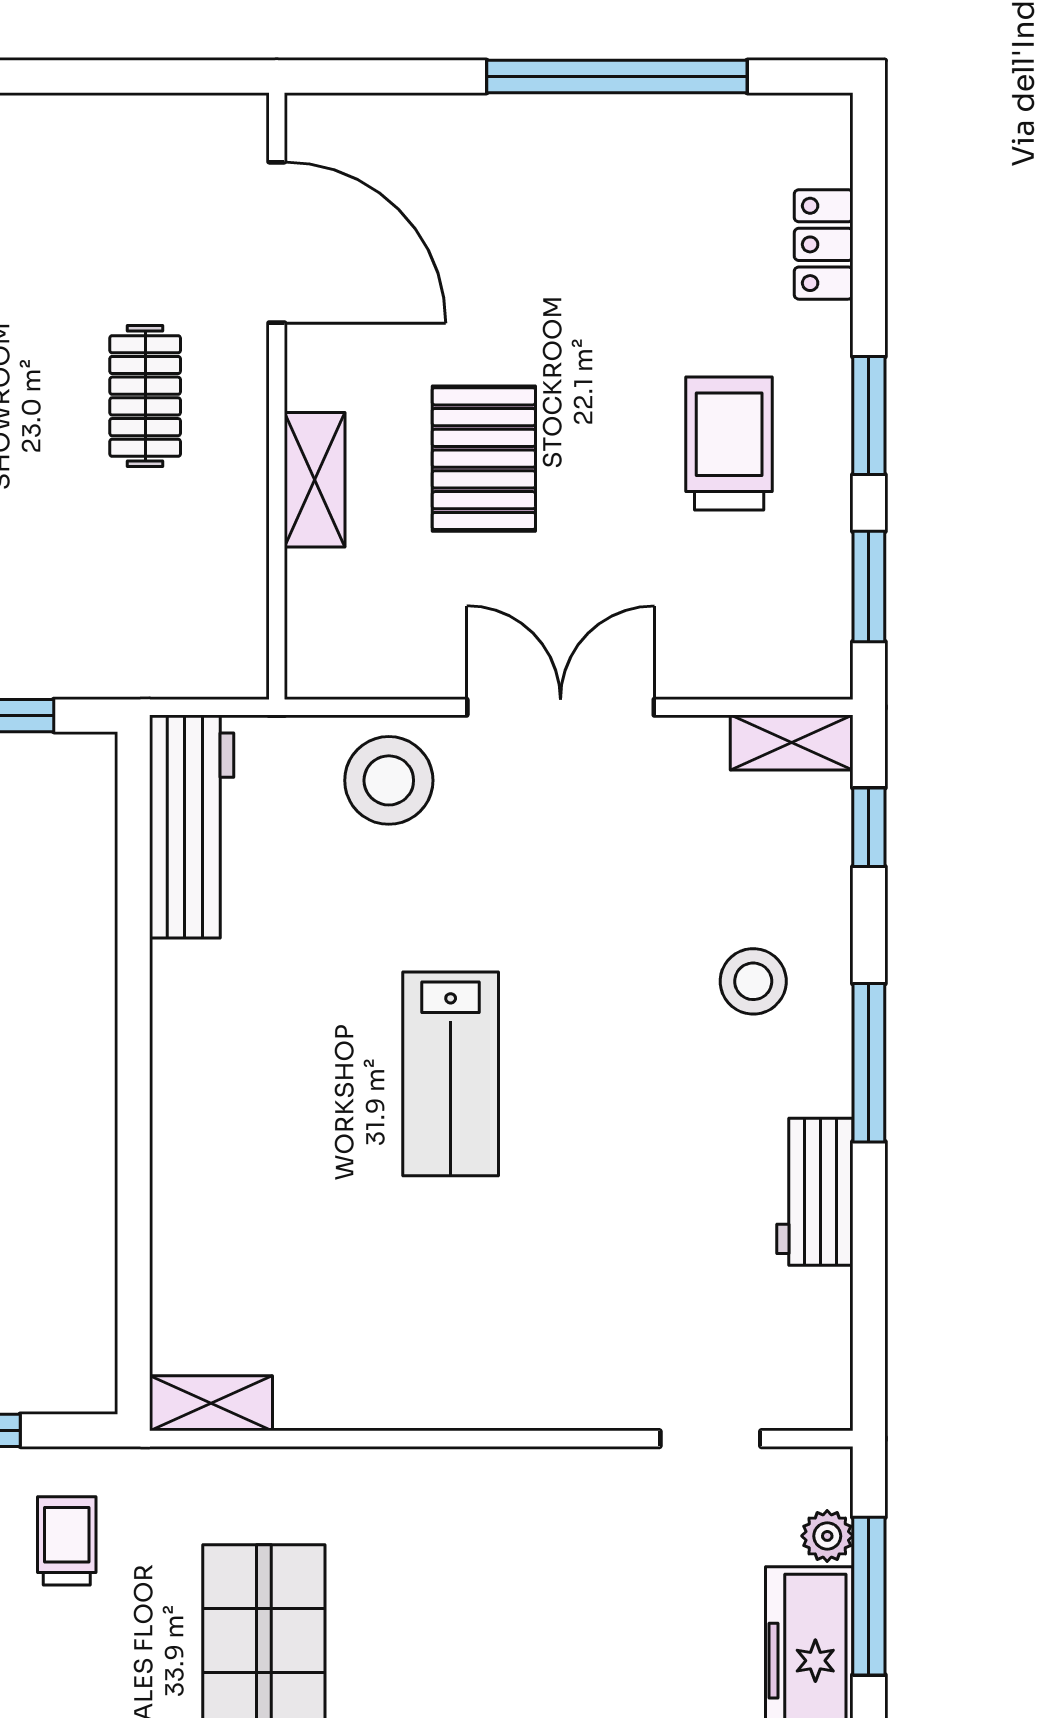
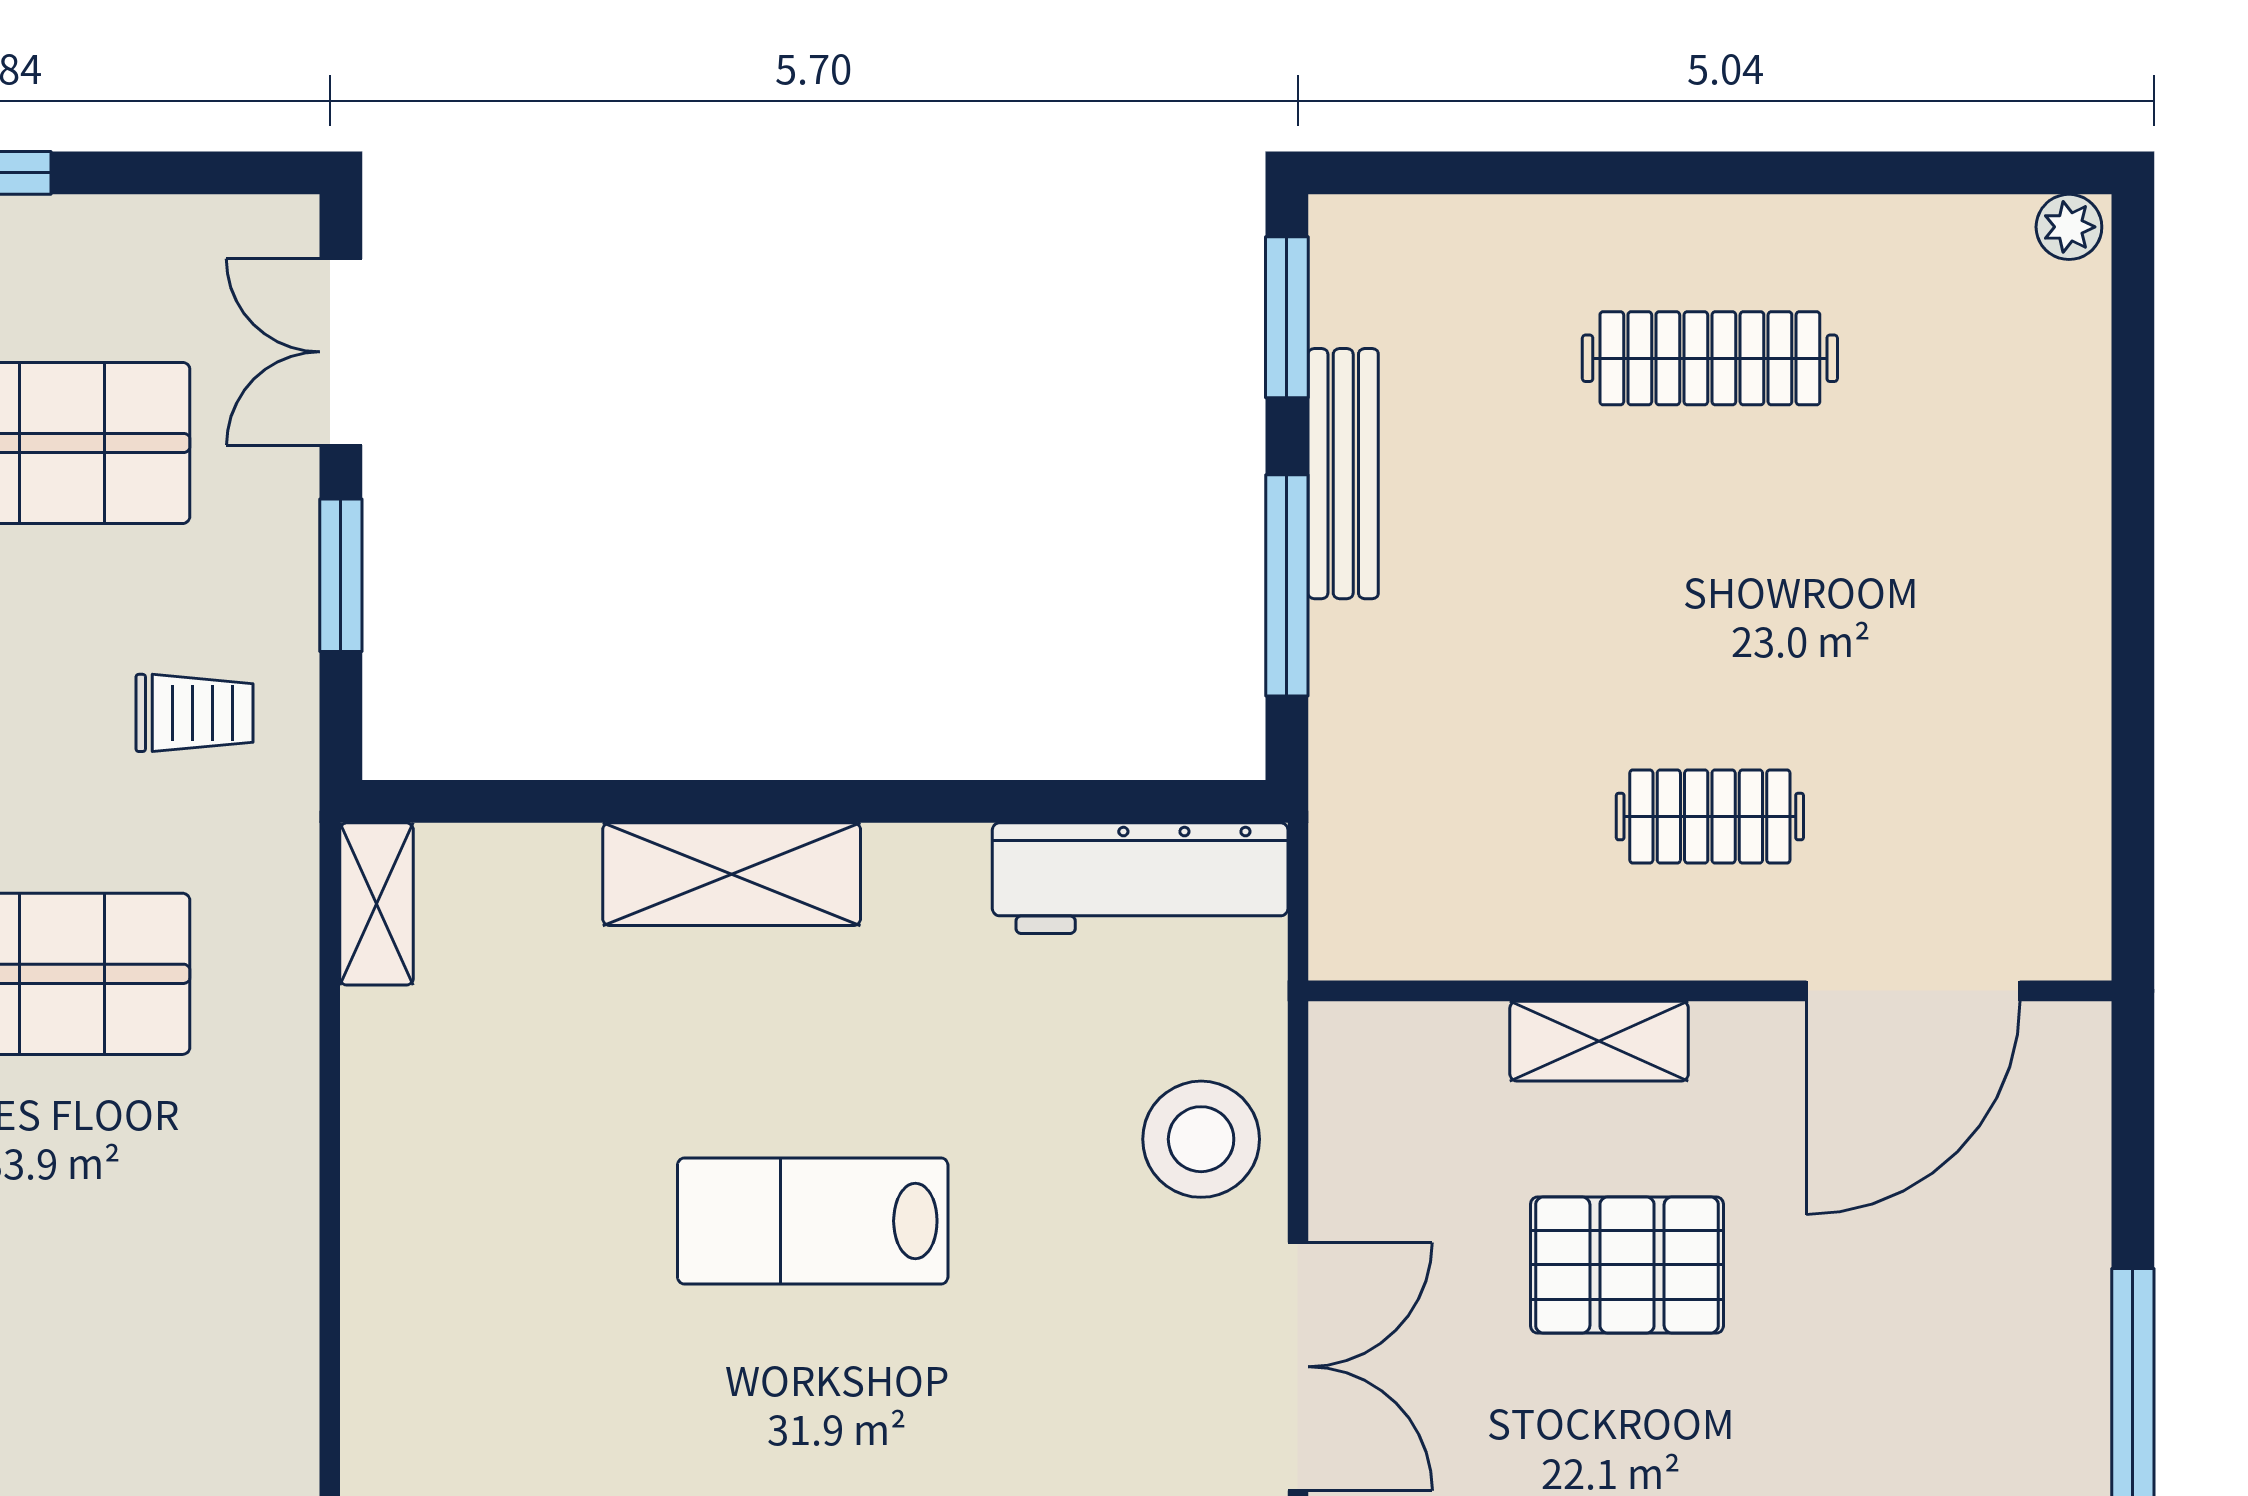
shelving: (189, 1135) -> (732, 874), added

